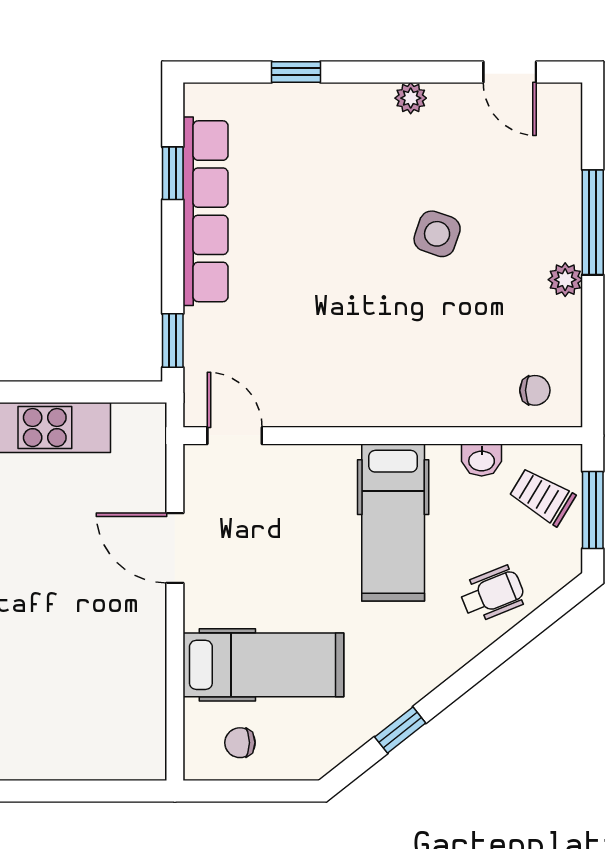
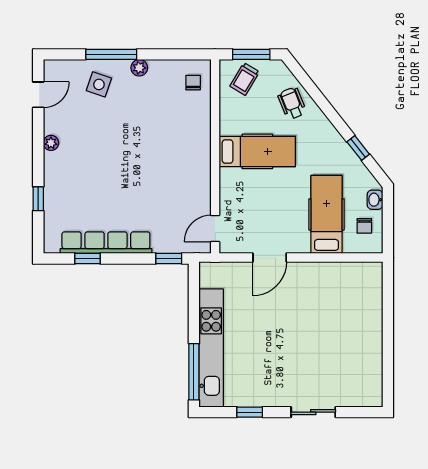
side table: (437, 234) -> (99, 84), moved
washbasin: (482, 460) -> (375, 200), moved, turned 180

